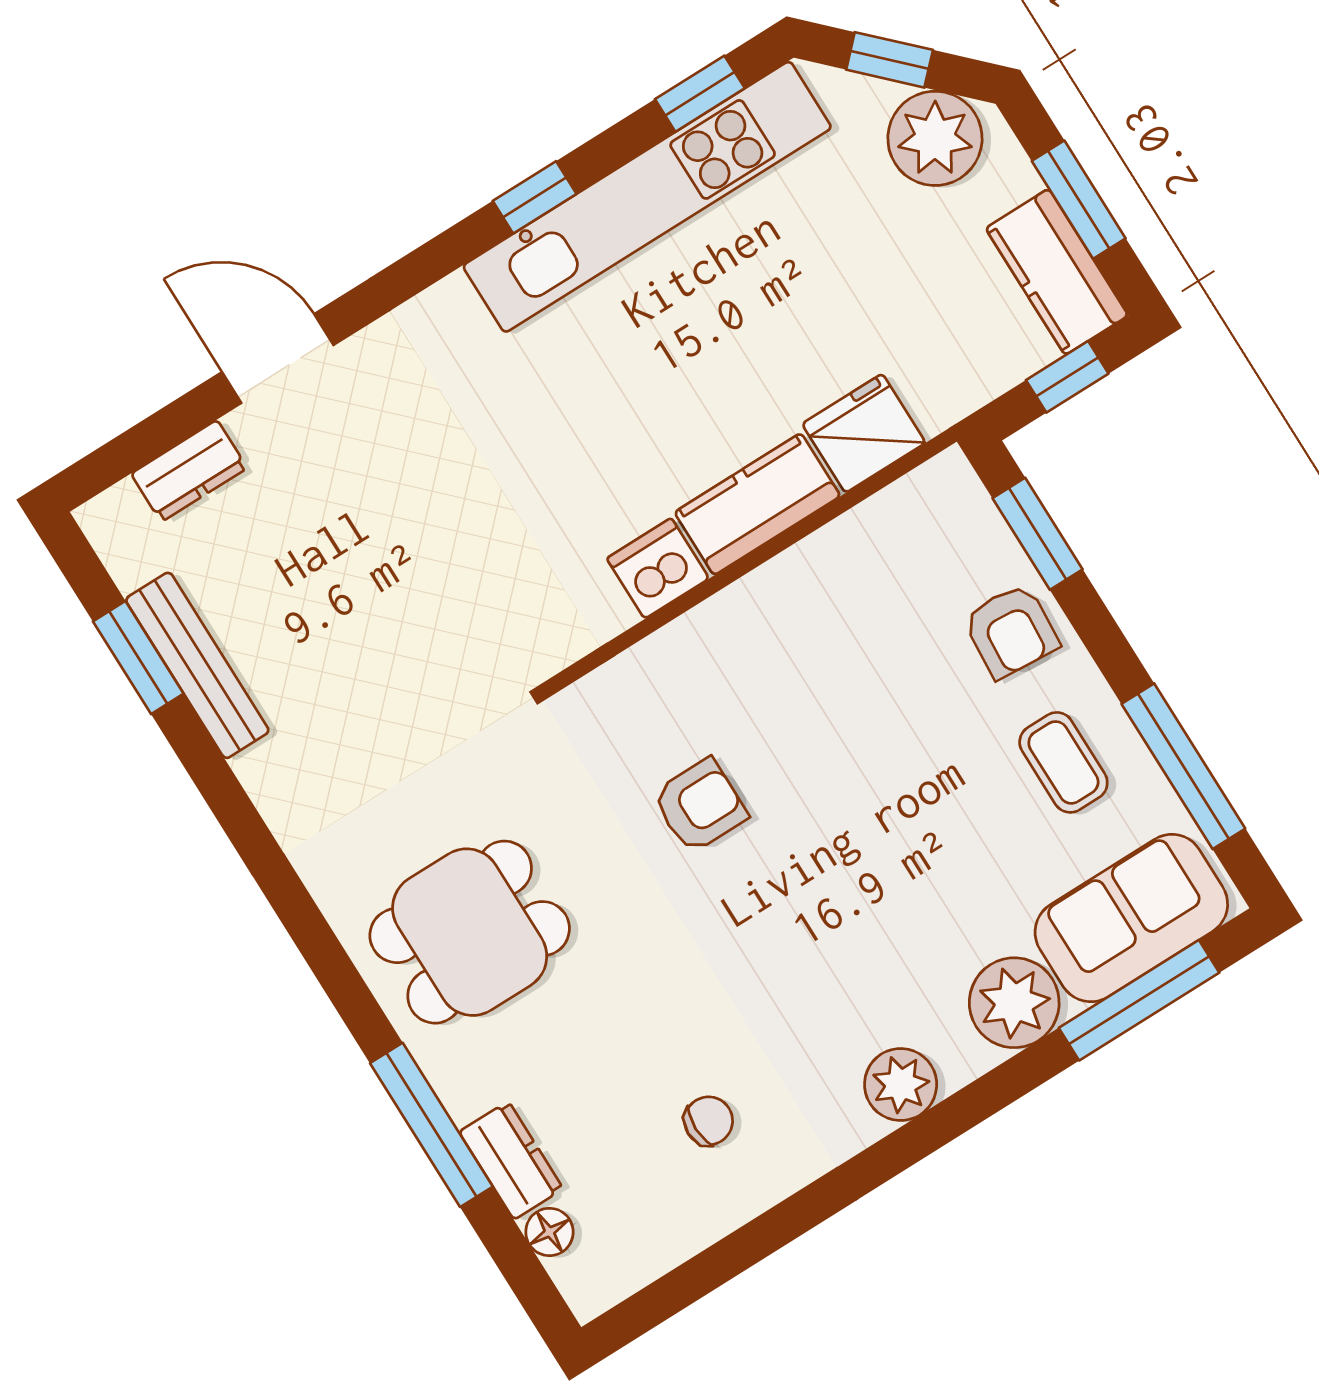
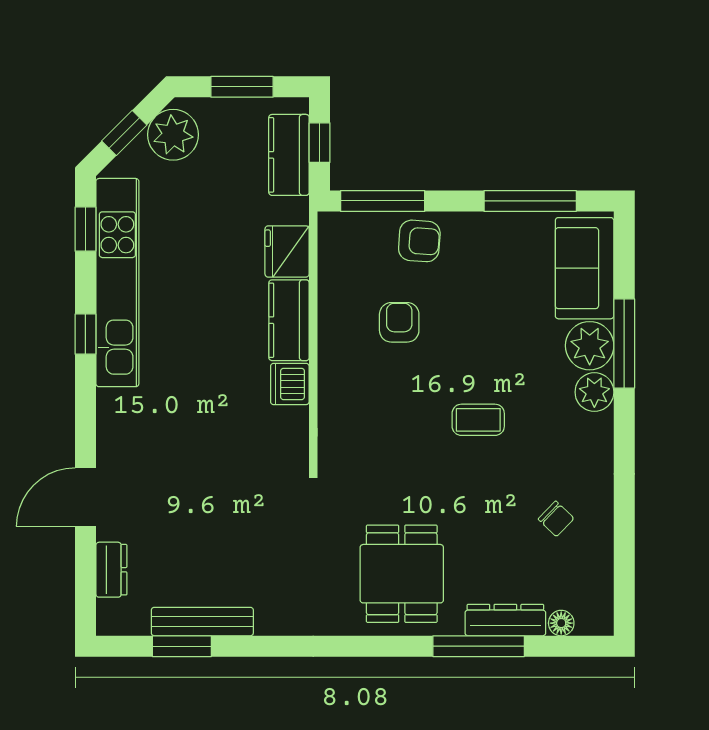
kitchen counter: (1057, 272) -> (289, 155), moved, turned 90
window: (1038, 534) -> (383, 201), width x1.44
coffee table: (1063, 762) -> (478, 420), moved
armchair: (700, 806) -> (399, 322), moved
window: (1139, 1000) -> (624, 343), moved
plant: (901, 1085) -> (594, 392), moved
chair: (709, 1121) -> (556, 519), turned 134
dresser: (511, 1160) -> (505, 620), width x1.44

